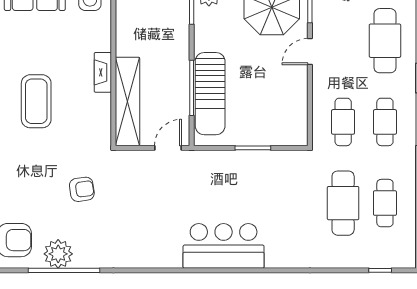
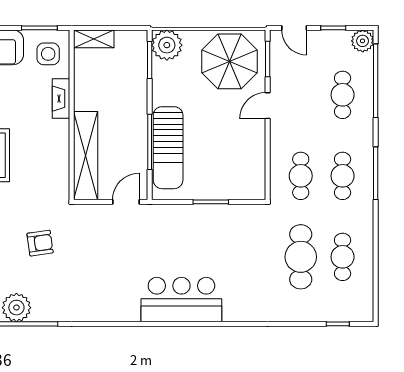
cafe table: (385, 41) -> (343, 95), width x0.73, depth x0.74
fireplace: (103, 72) -> (61, 99), moved

